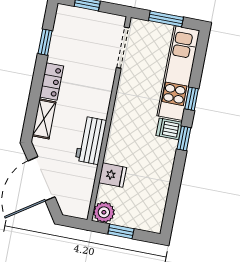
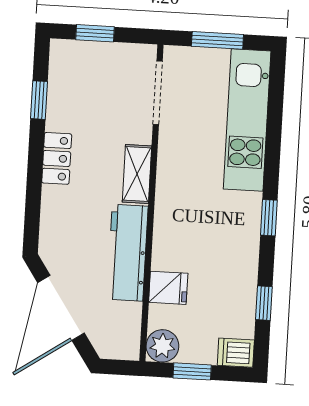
window: (192, 99) -> (264, 303), moved
shelving: (44, 119) -> (137, 174), moved
dishwasher: (169, 129) -> (236, 353), moved
workbench: (91, 140) -> (128, 253), width x1.38

